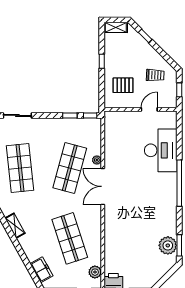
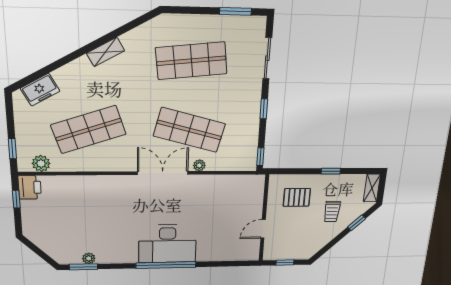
trolley: (155, 75) -> (332, 212), moved
pallet: (123, 85) -> (297, 197), turned 90
door: (149, 109) -> (263, 229), swing flipped
window: (70, 115) -> (264, 109), moved
desk: (161, 150) -> (167, 244), moved
plant: (168, 245) -> (89, 258), width x0.53, depth x0.53

